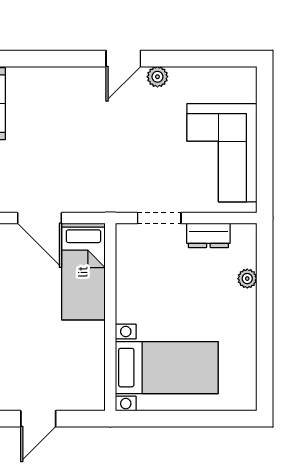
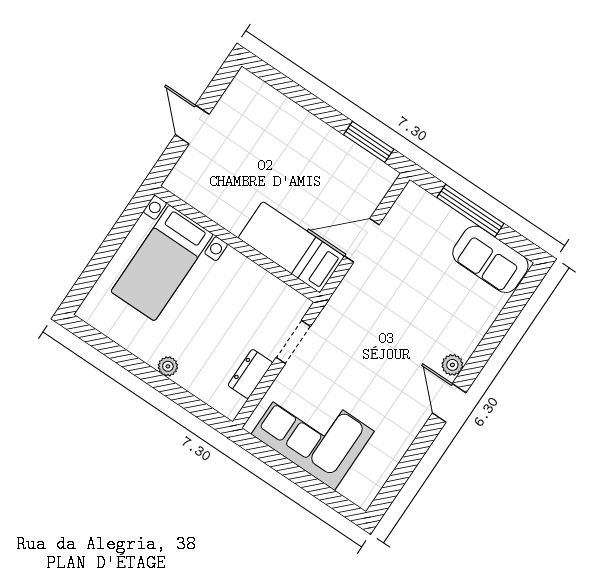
plant: (157, 77) -> (452, 365), moved
plant: (247, 279) -> (168, 366), moved

